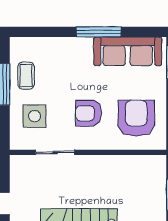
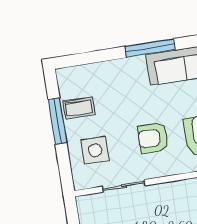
coffee table: (26, 76) -> (79, 108), turned 90

